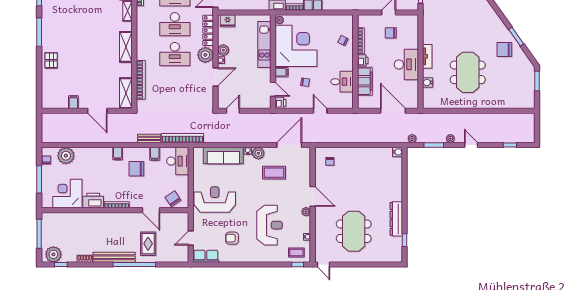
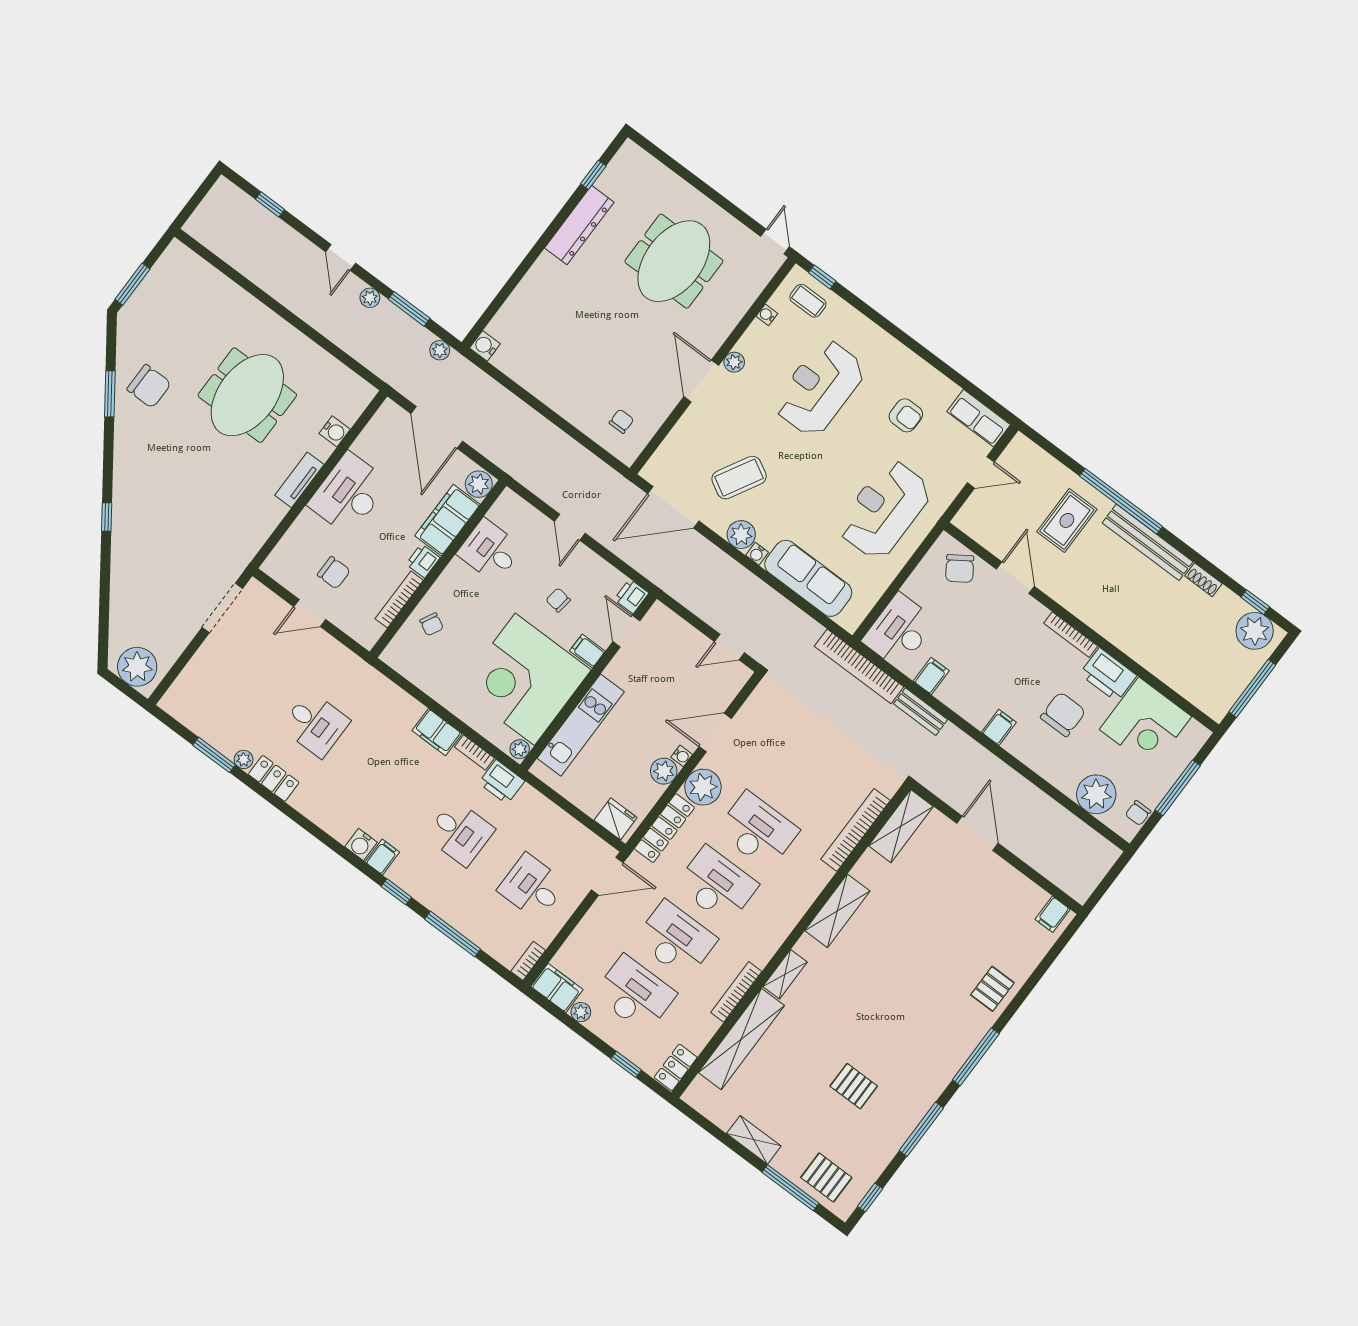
filing cabinet: (73, 102) -> (1053, 914), moved
plant: (363, 102) -> (479, 484), added
chair: (136, 169) -> (1063, 714), moved, turned -90
coffee table: (274, 173) -> (739, 478), turned -61
reception desk: (215, 200) -> (884, 510), turned 90

